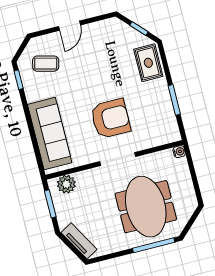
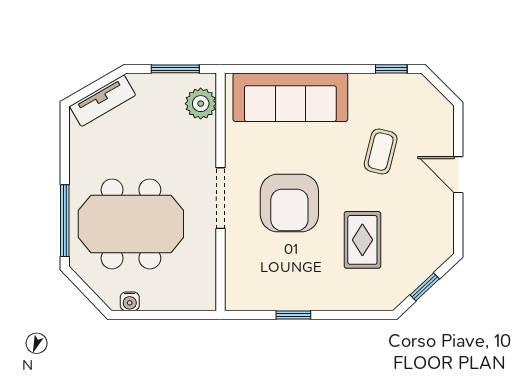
rug: (148, 63) -> (362, 240), moved, turned 90
coffee table: (46, 64) -> (381, 151), moved
window: (174, 100) -> (293, 315), width x0.67
water cooler: (179, 152) -> (130, 301), moved

